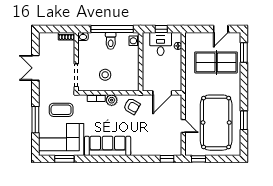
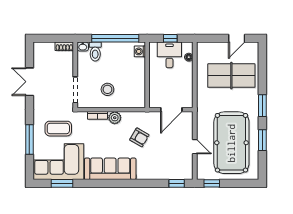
toilet: (111, 41) -> (95, 52), moved
window: (244, 53) -> (262, 106), moved
armchair: (132, 106) -> (139, 137), moved

